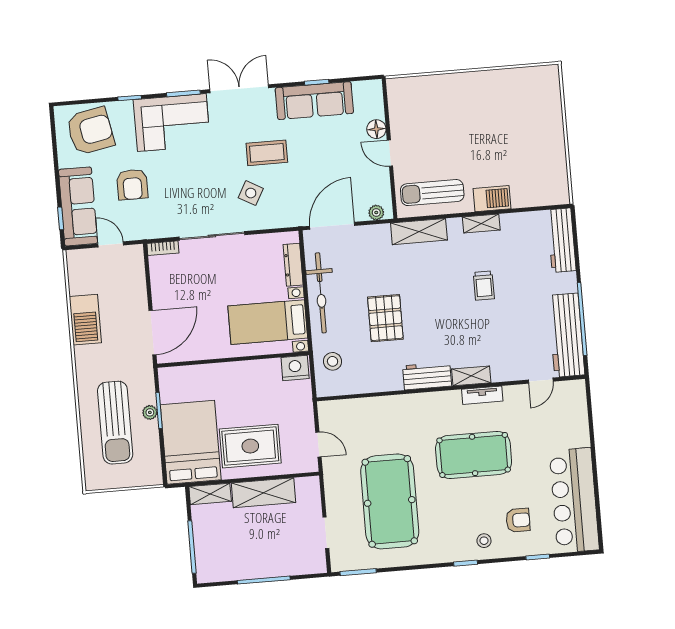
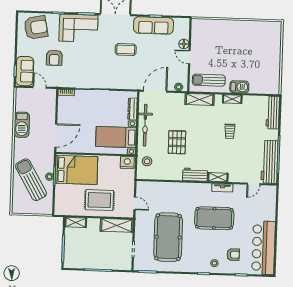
side table: (251, 193) -> (115, 69), removed
sofa: (78, 206) -> (25, 71), width x0.73
sun lounger: (115, 423) -> (31, 180), turned 150
bed: (191, 442) -> (76, 170), moved, turned 90
shelving: (263, 493) -> (117, 225), moved

